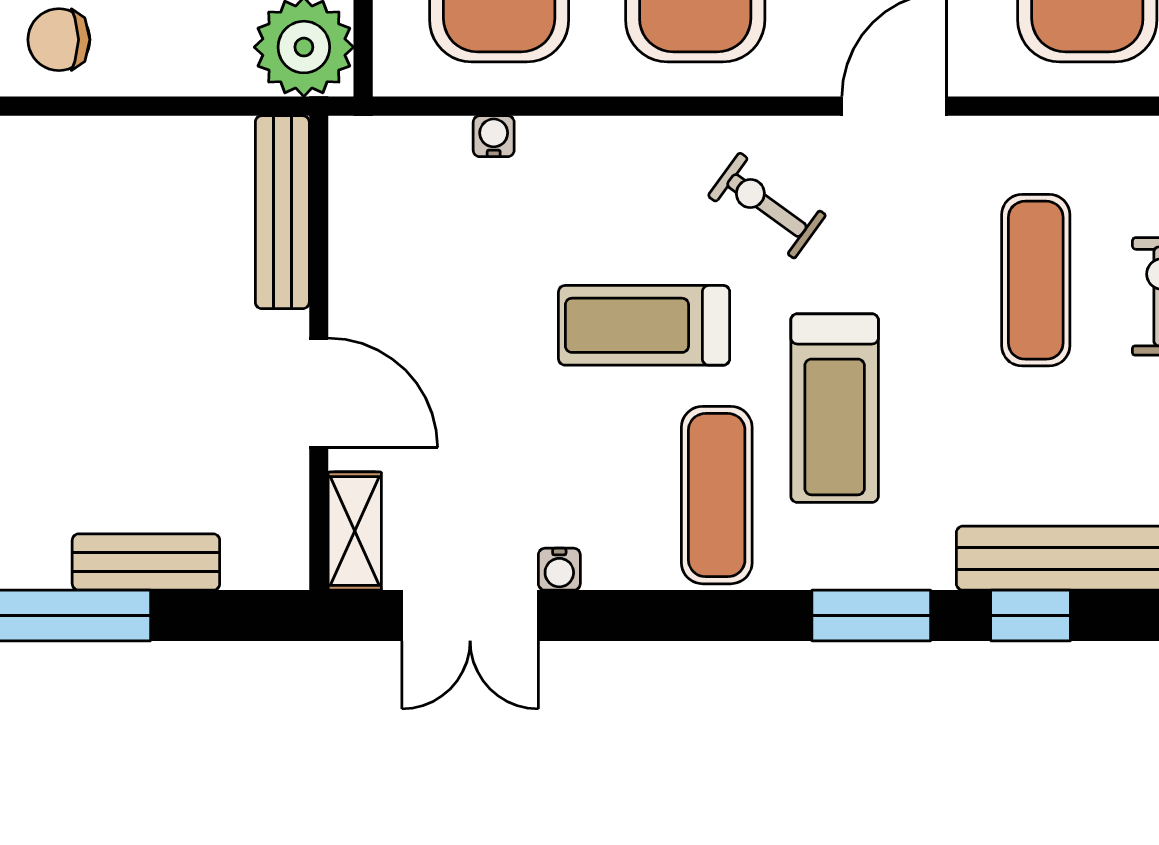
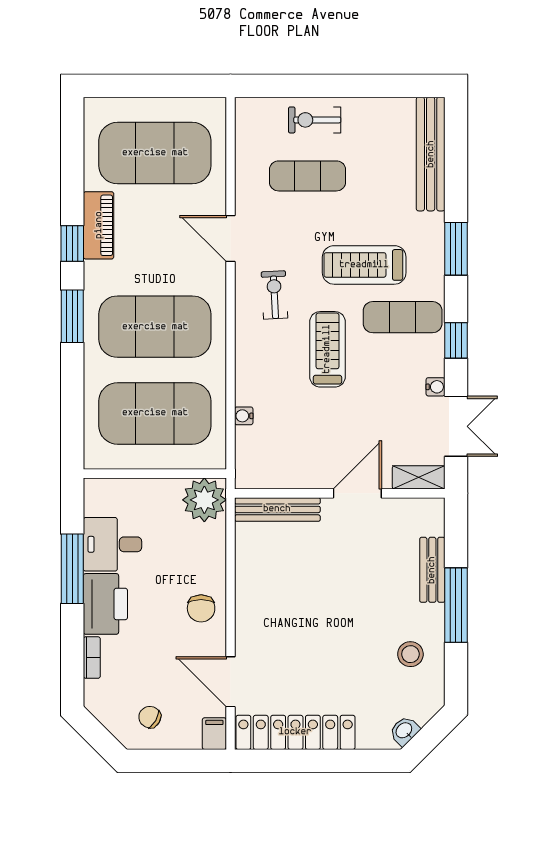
exercise bike: (767, 205) -> (274, 295), turned 141
treadmill: (644, 325) -> (327, 349), turned 180
treadmill: (835, 408) -> (364, 265), turned 180
window: (1031, 615) -> (456, 340), moved

